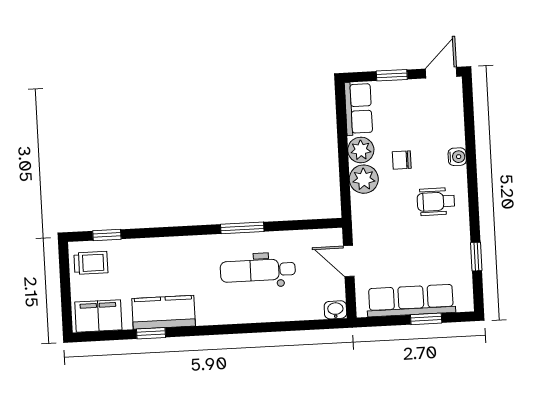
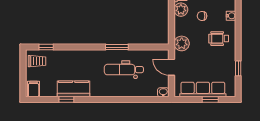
plant: (364, 179) -> (182, 43), moved
filing cabinet: (98, 316) -> (34, 89), width x0.50

